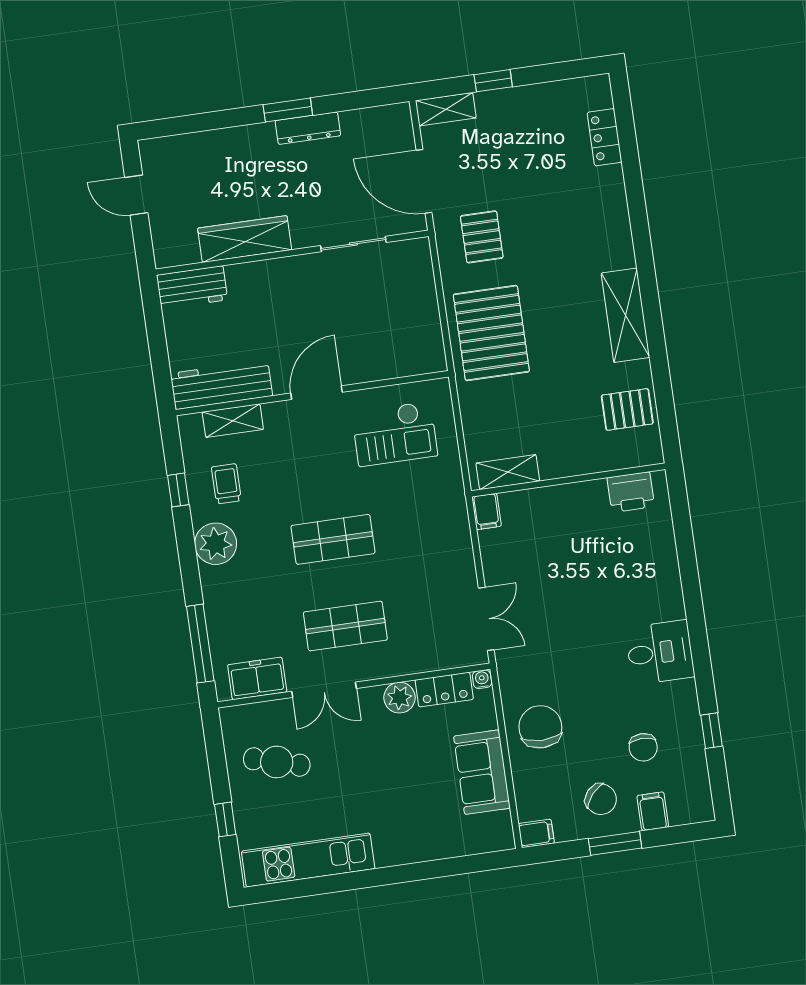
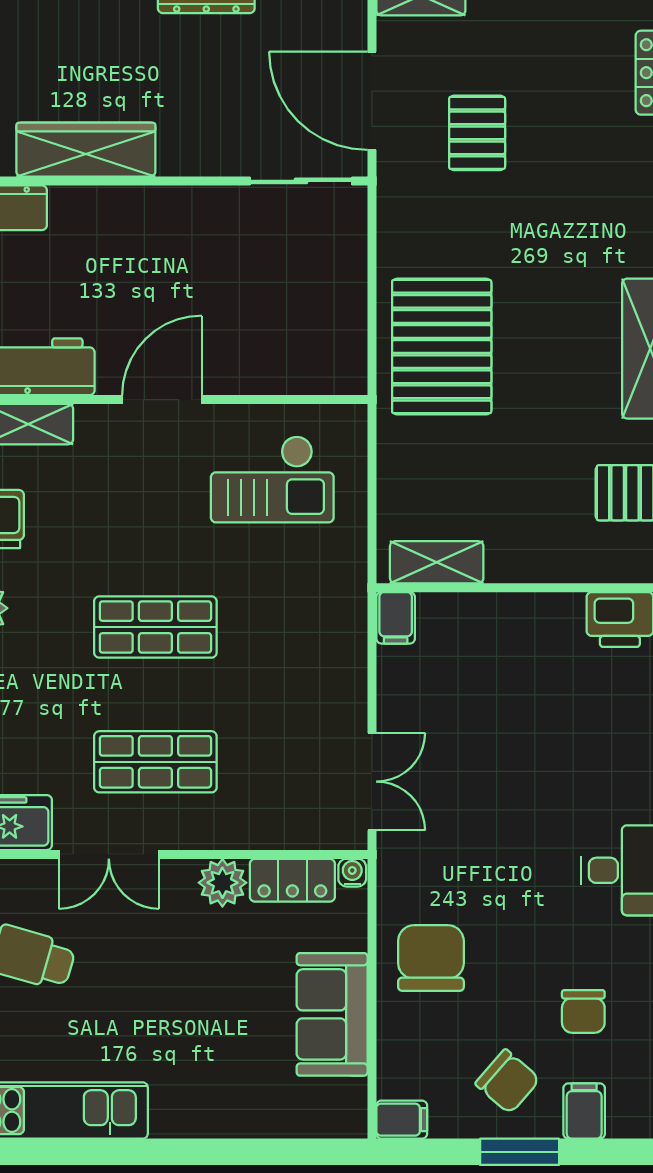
pallet: (482, 237) -> (477, 133), moved
sliding door: (353, 244) -> (301, 181), moved

